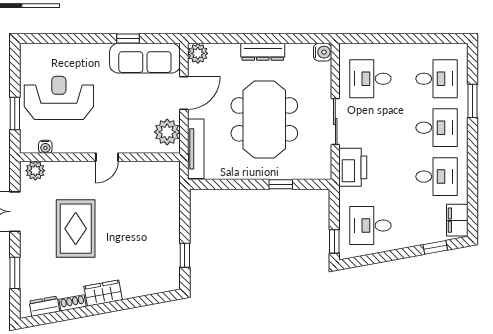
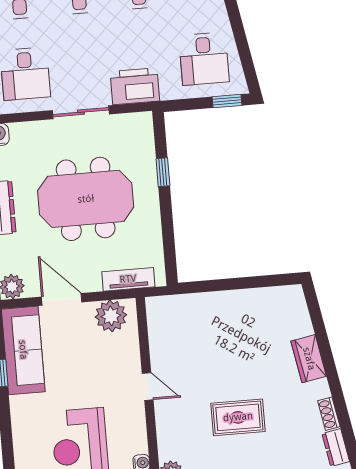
tv unit: (196, 149) -> (128, 279), width x0.71
rug: (76, 229) -> (238, 417), width x0.73, depth x0.70
window: (185, 255) -> (259, 282), removed
wardrobe: (103, 293) -> (309, 359), moved

